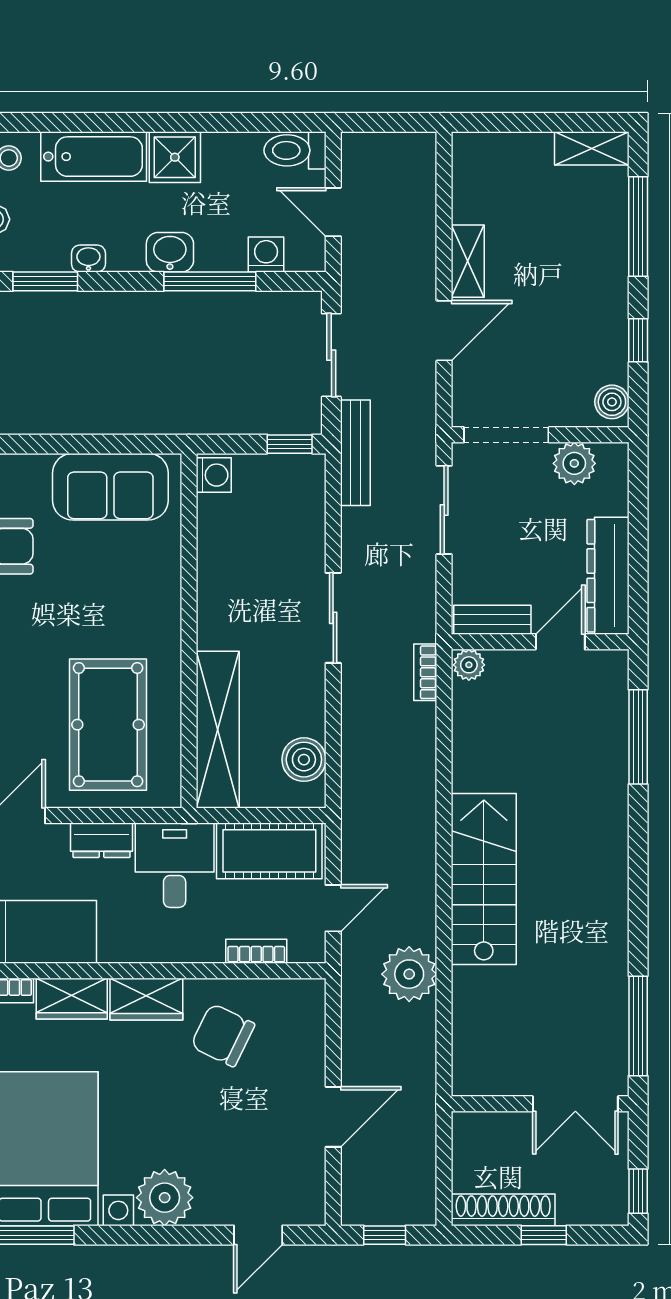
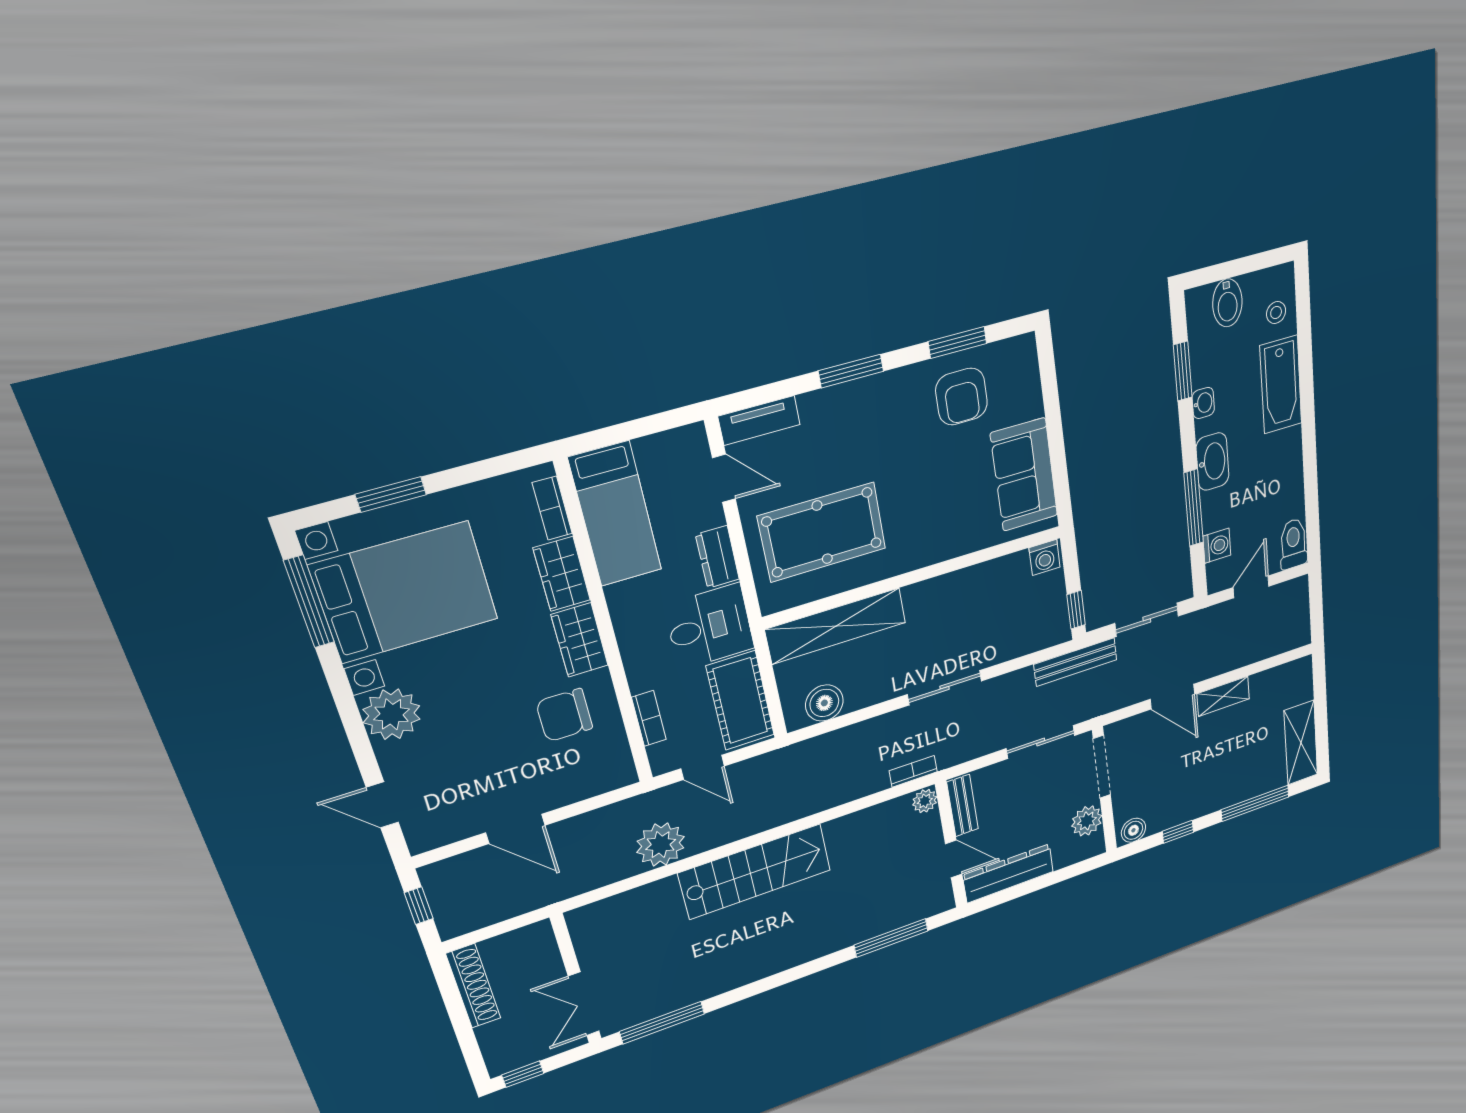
shelving: (592, 148) -> (1301, 743), width x1.50, depth x1.33
shower: (175, 157) -> (1284, 451), removed
washbasin: (170, 252) -> (1213, 462), width x1.38
chair: (223, 1035) -> (564, 715), turned -116
window: (544, 1235) -> (461, 1023), removed

